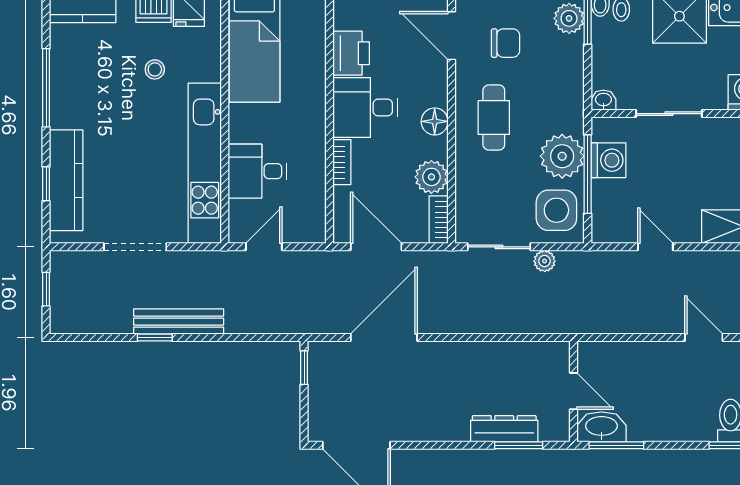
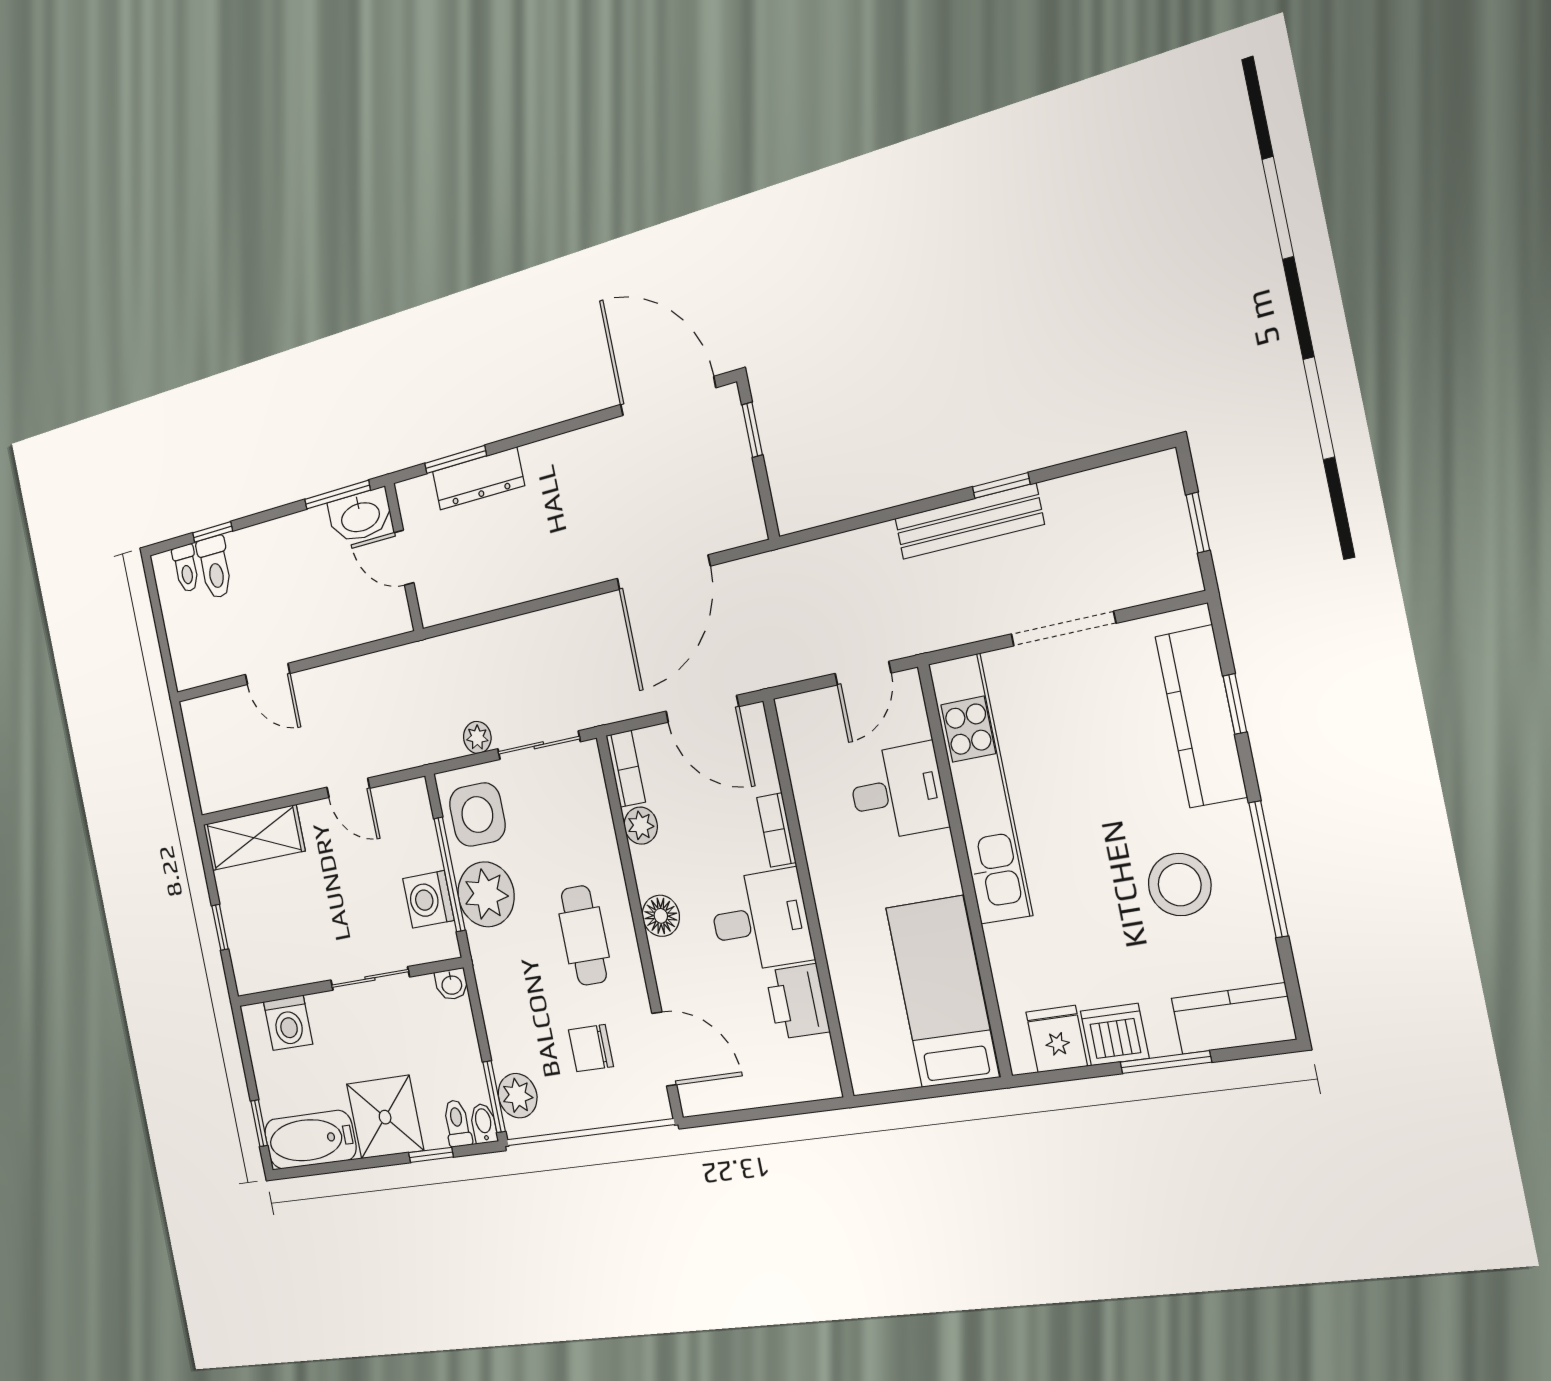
stool: (155, 69) -> (1180, 885), moved, width x1.89, depth x1.89
plant: (431, 177) -> (641, 826), width x0.73, depth x0.73
window: (304, 368) -> (752, 430), moved

